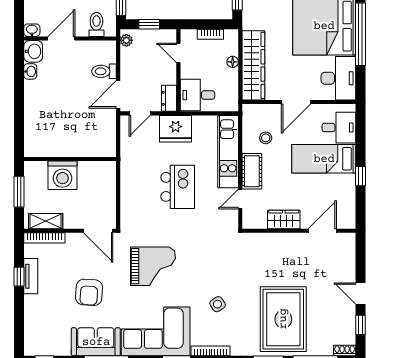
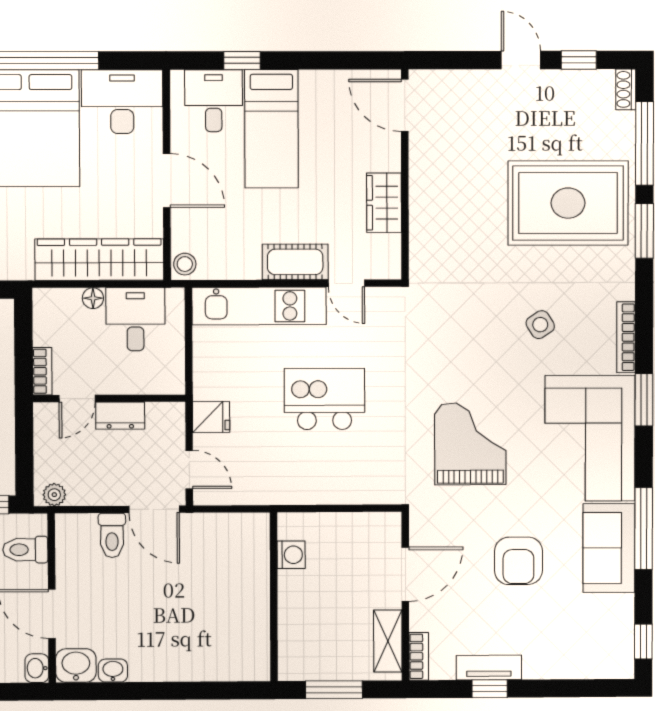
window: (149, 24) -> (24, 453), removed
bookcase: (210, 34) -> (42, 371), moved
desk: (197, 95) -> (135, 319), moved, turned 180
dresser: (169, 98) -> (120, 416), moved
fridge: (176, 129) -> (211, 417), width x0.53, depth x0.75
stool: (266, 138) -> (185, 264), moved
washing machine: (63, 175) -> (291, 555), moved, width x0.53, depth x0.53
window: (360, 176) -> (242, 60), moved
door: (98, 231) -> (405, 574), moved
door: (322, 231) -> (405, 105), moved
bookcase: (44, 238) -> (419, 656), width x0.64
armchair: (89, 292) -> (518, 561), turned 86
door: (360, 294) -> (521, 60), swing flipped

